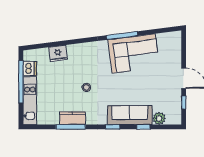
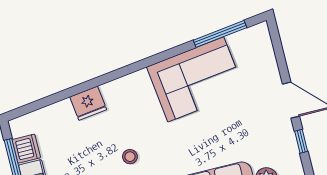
window: (122, 36) -> (220, 34), moved
fridge: (58, 53) -> (88, 103), moved

